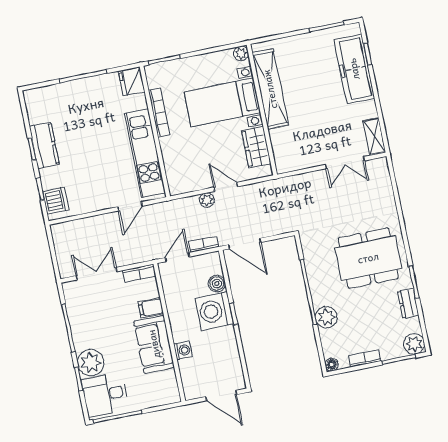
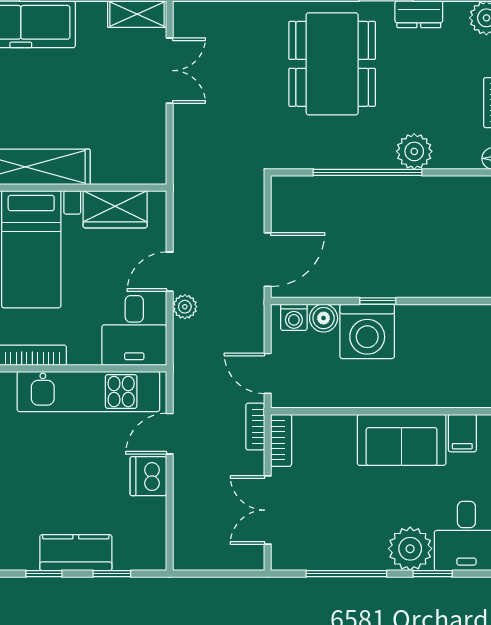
kitchen counter: (44, 145) -> (76, 553), moved
desk: (187, 173) -> (134, 330), added
dishwasher: (56, 201) -> (148, 476), moved, turned -90
door: (130, 206) -> (170, 434), swing flipped
bookcase: (204, 244) -> (255, 427), moved
filing cabinet: (151, 308) -> (462, 433), moved
washing machine: (183, 350) -> (294, 317), moved, turned 180

